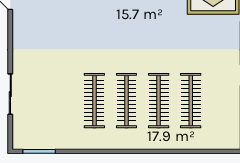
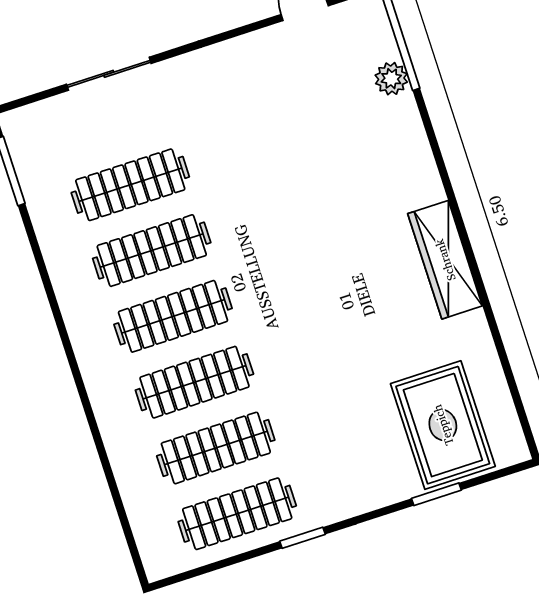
clothes rail: (62, 101) -> (130, 185), added
clothes rail: (223, 101) -> (237, 514), added

